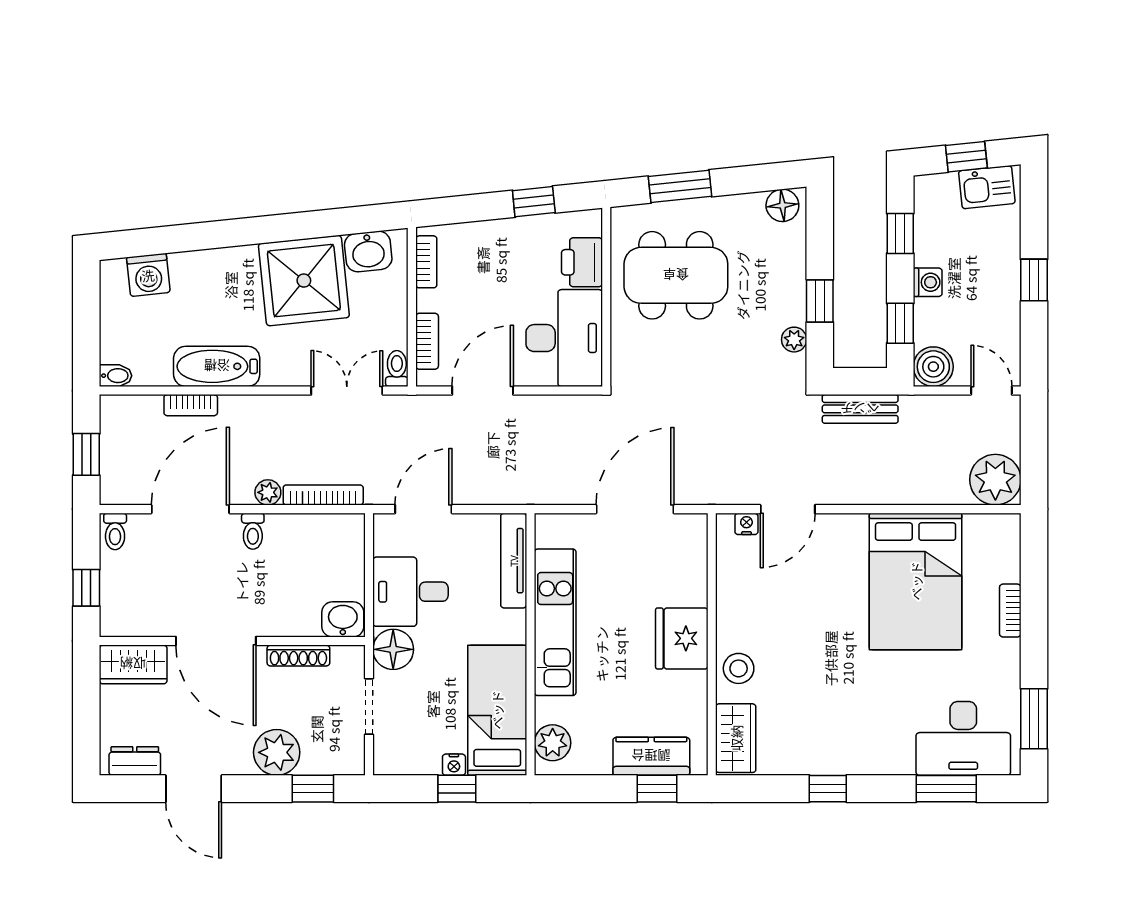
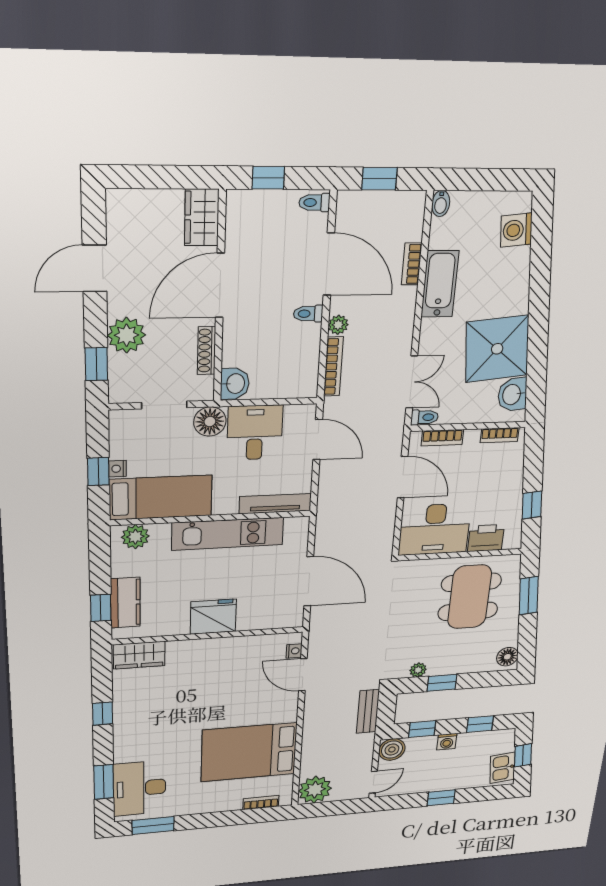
bookcase: (1010, 611) -> (261, 803), moved
stool: (739, 668) -> (191, 653), removed
dresser: (135, 761) -> (118, 219), removed

